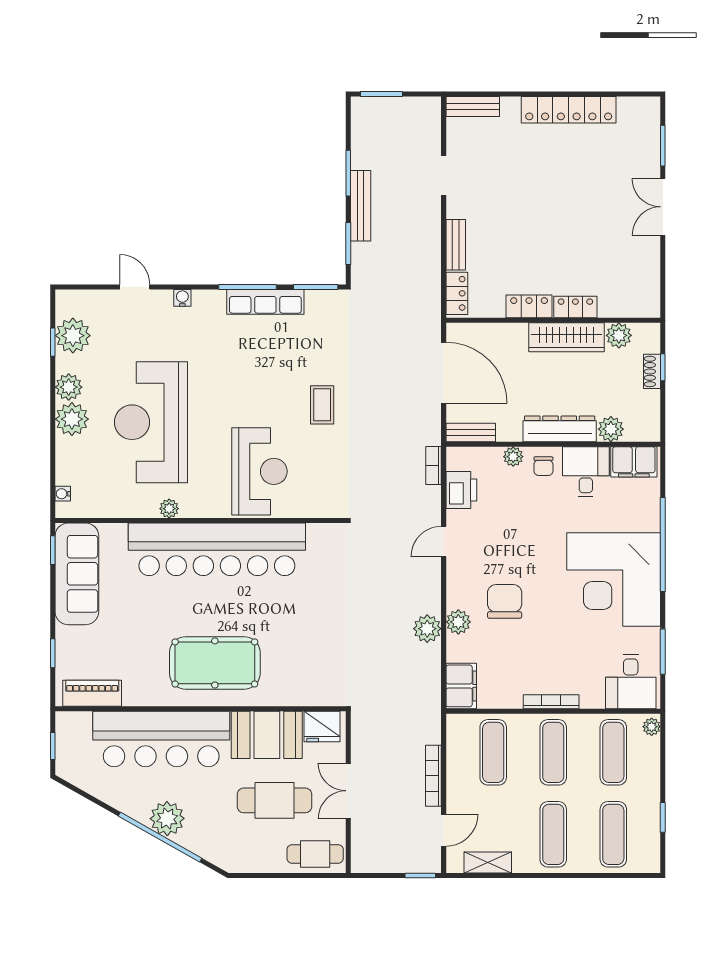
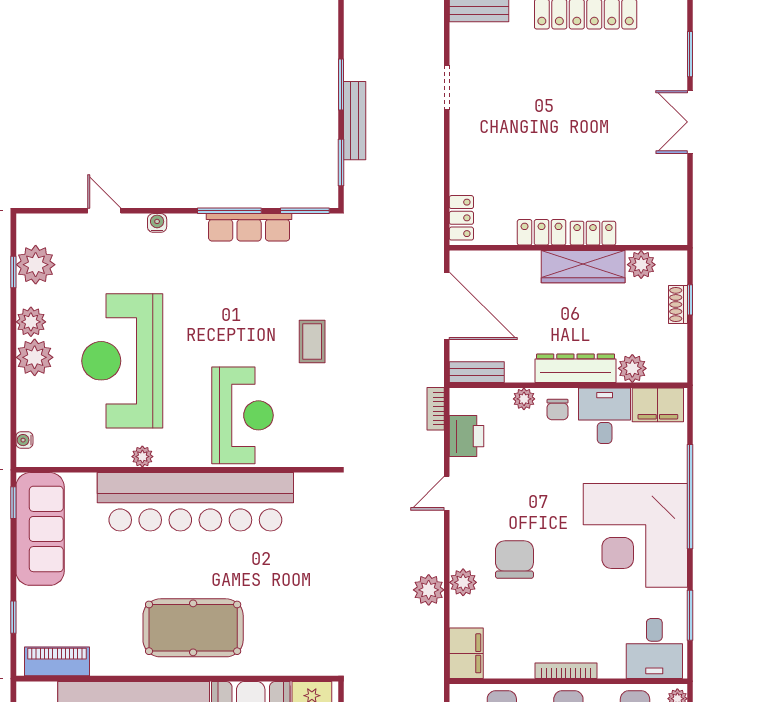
bench: (456, 245) -> (460, 164), removed

